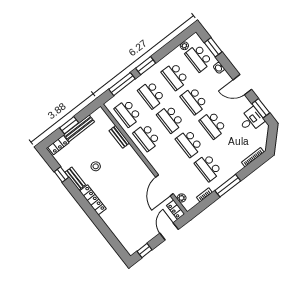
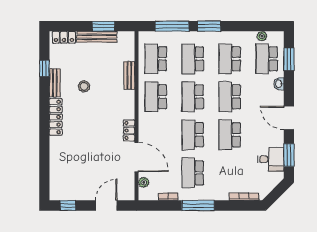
window: (69, 125) -> (103, 26), moved
door: (164, 185) -> (137, 157), swing flipped
locker: (176, 210) -> (129, 130), moved

